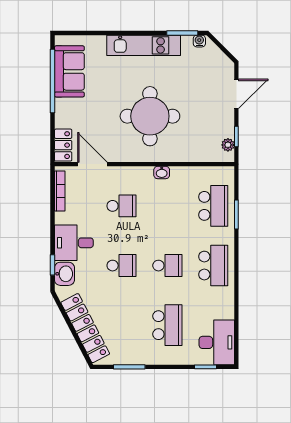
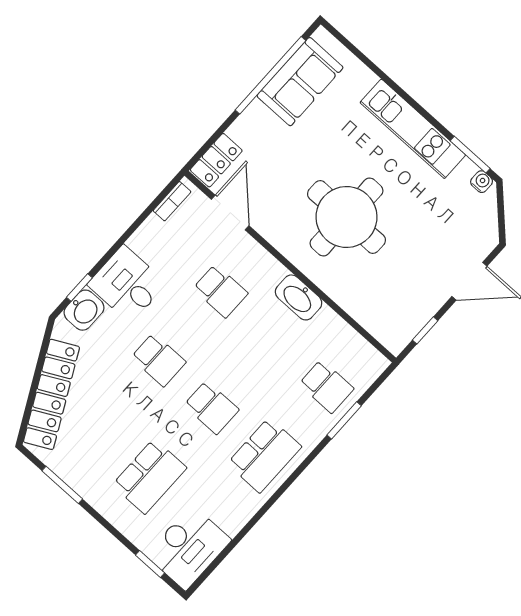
plant: (228, 145) -> (407, 331), removed
washbasin: (162, 172) -> (299, 297), width x1.91, depth x1.45
bookcase: (60, 191) -> (172, 201), width x0.64
school desk: (213, 206) -> (326, 386), width x0.54

